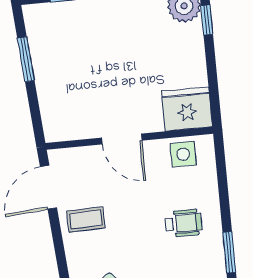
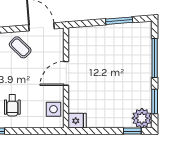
fridge: (187, 109) -> (77, 121), width x0.53, depth x0.75
coffee table: (86, 219) -> (20, 47), turned -44

